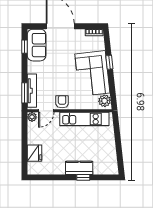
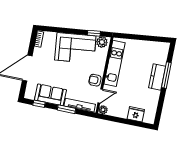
sofa: (37, 45) -> (50, 95), moved
window: (109, 62) -> (94, 33), moved
window: (24, 93) -> (66, 109), moved
door: (46, 111) -> (100, 96), hinge flipped
window: (83, 177) -> (166, 75), width x2.17

